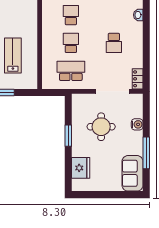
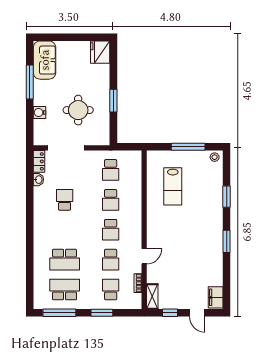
washbasin: (138, 15) -> (38, 180), moved
school desk: (71, 71) -> (111, 170), width x0.54
fridge: (81, 168) -> (100, 52), moved

